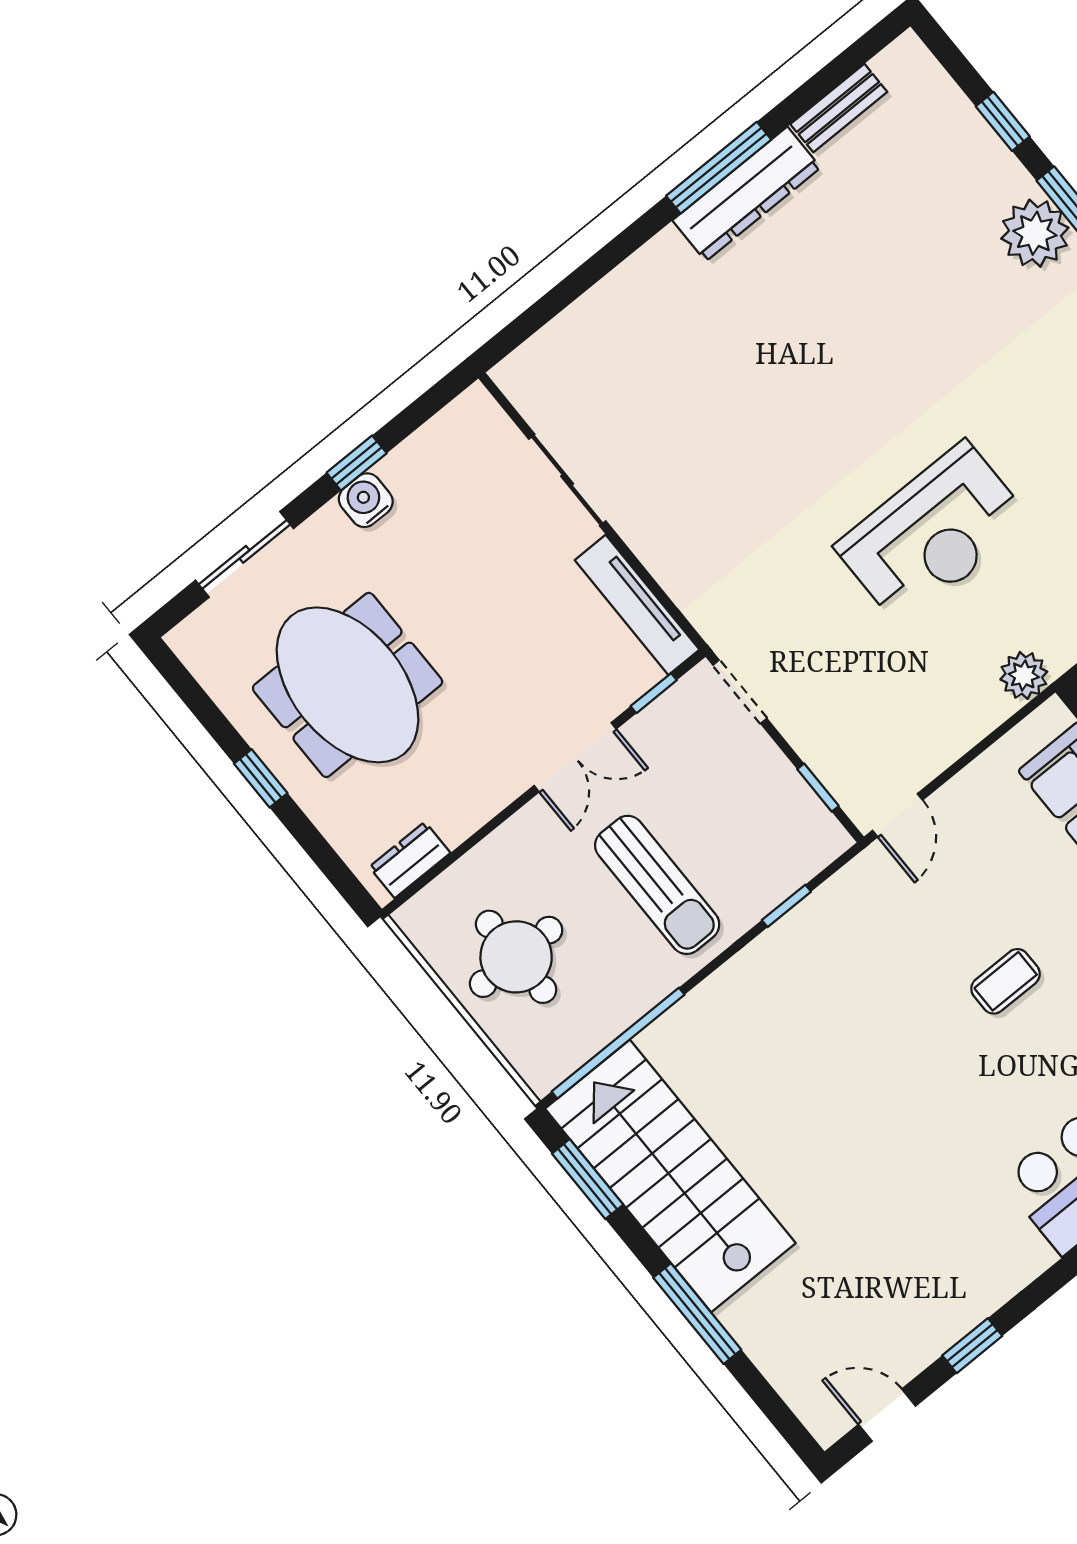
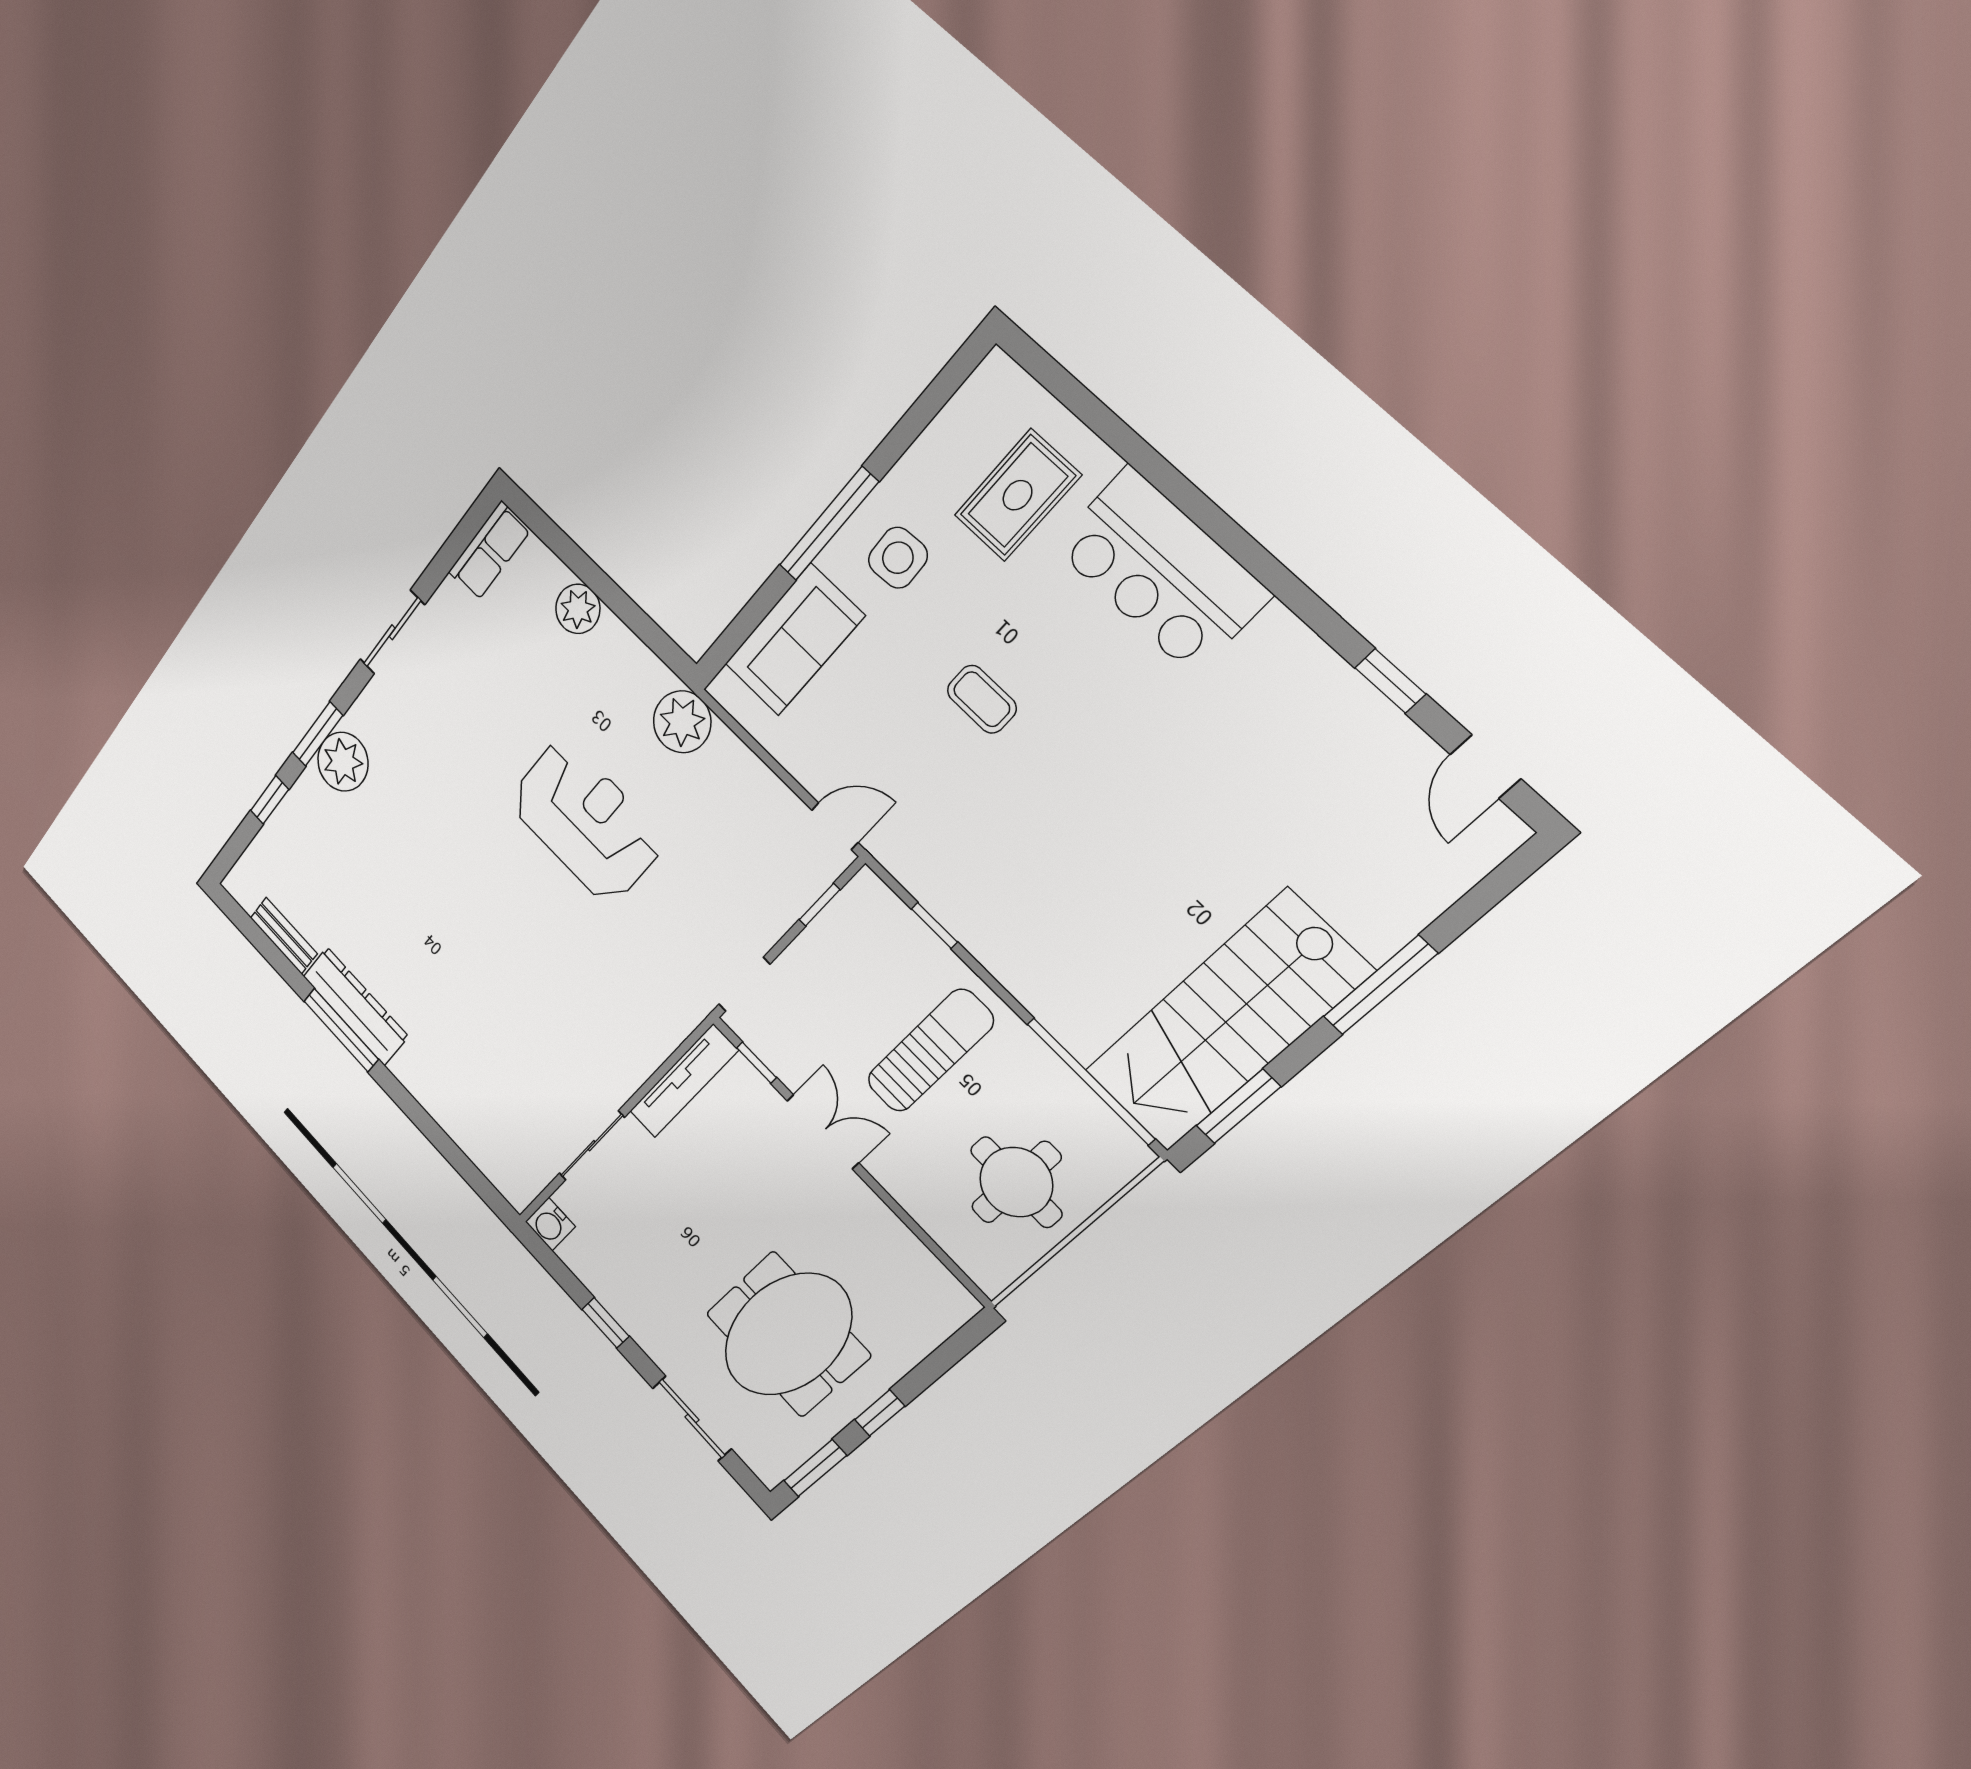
water cooler: (366, 500) -> (550, 1224), moved
plant: (1024, 675) -> (682, 722), width x1.36, depth x1.36
window: (193, 695) -> (815, 1468), added
dresser: (410, 860) -> (936, 1281), removed

